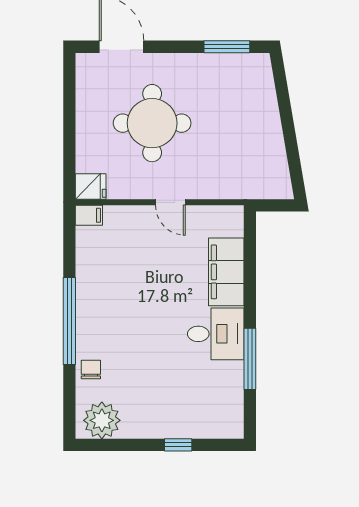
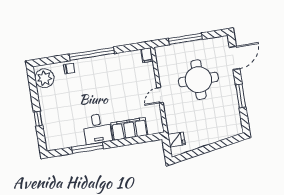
window: (227, 47) -> (241, 96), moved
window: (69, 136) -> (185, 39), added
fridge: (91, 187) -> (177, 140), moved, turned -90

